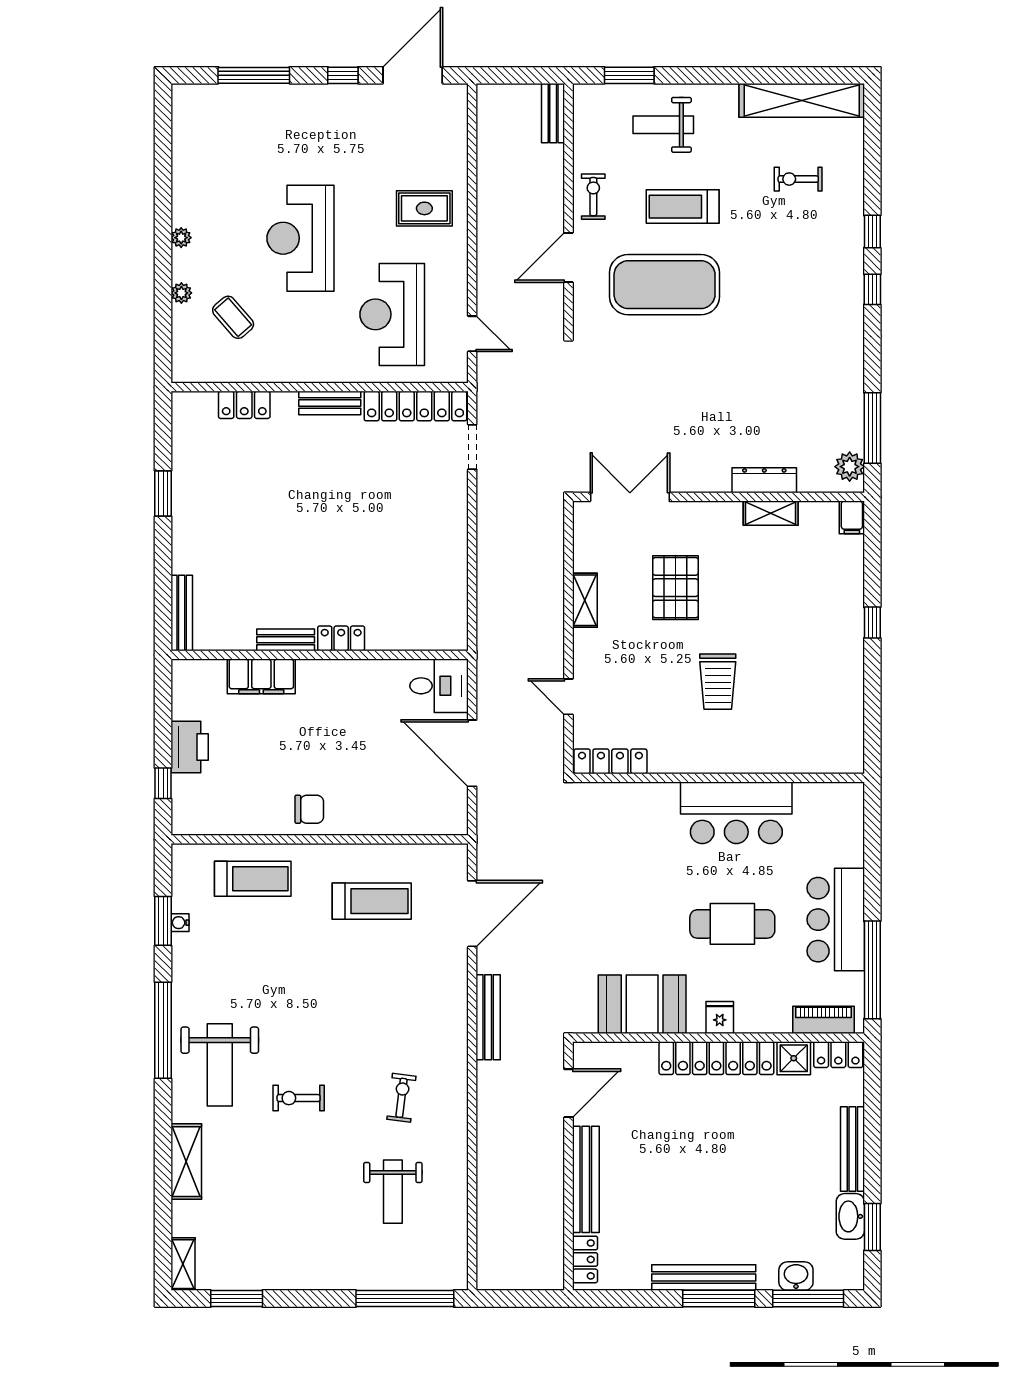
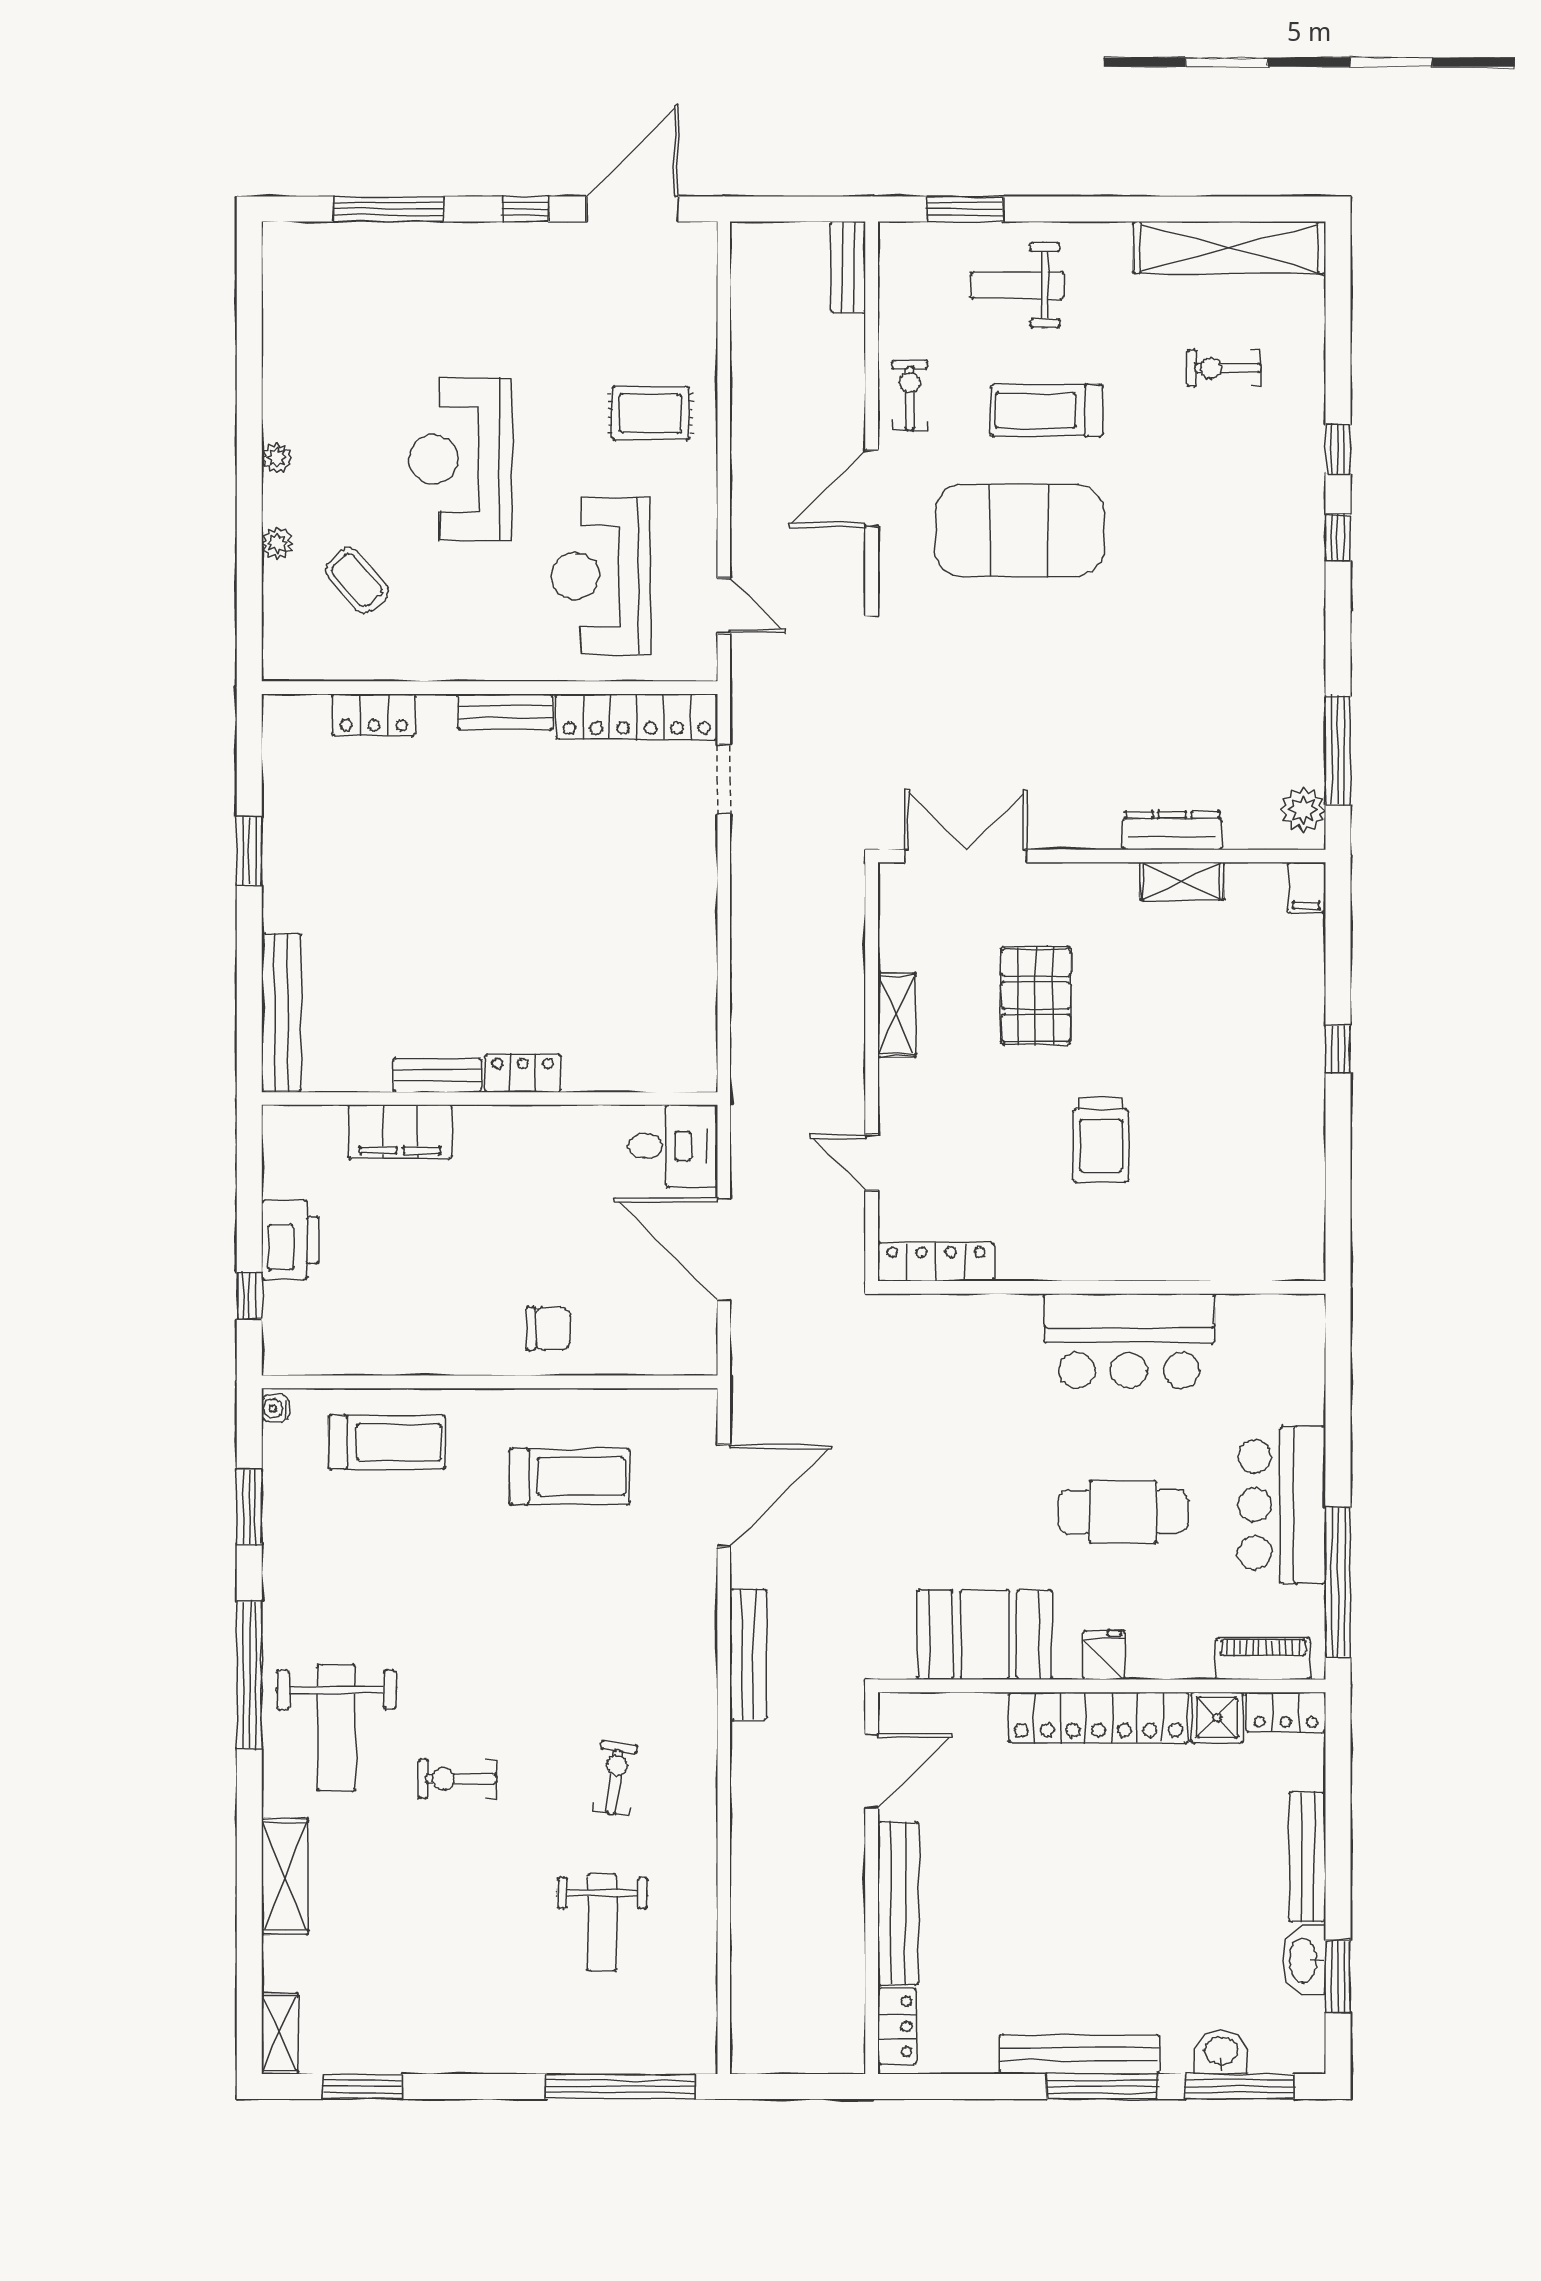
bench: (182, 613) -> (281, 1013), width x1.37, depth x1.21
chair: (309, 809) -> (548, 1328), moved
water cooler: (180, 923) -> (275, 1408), moved

